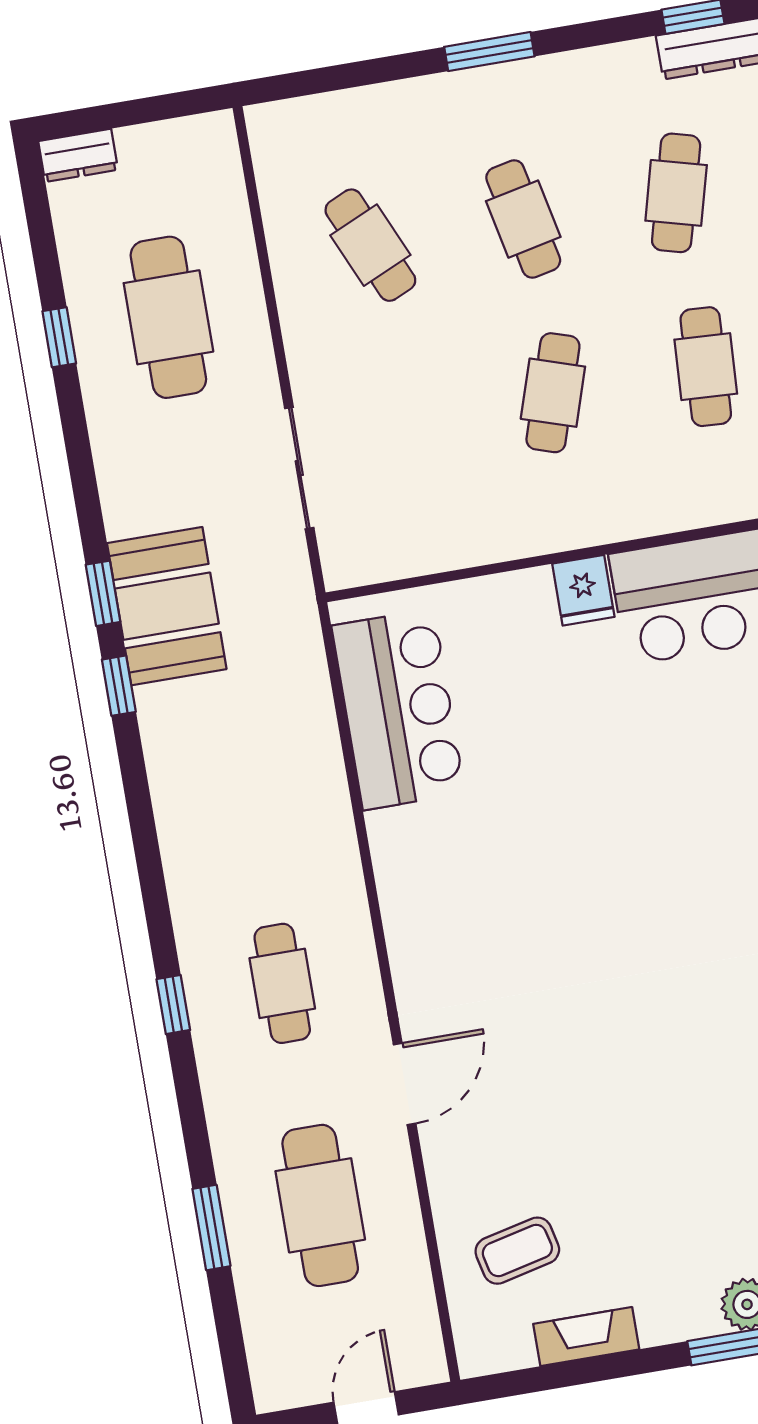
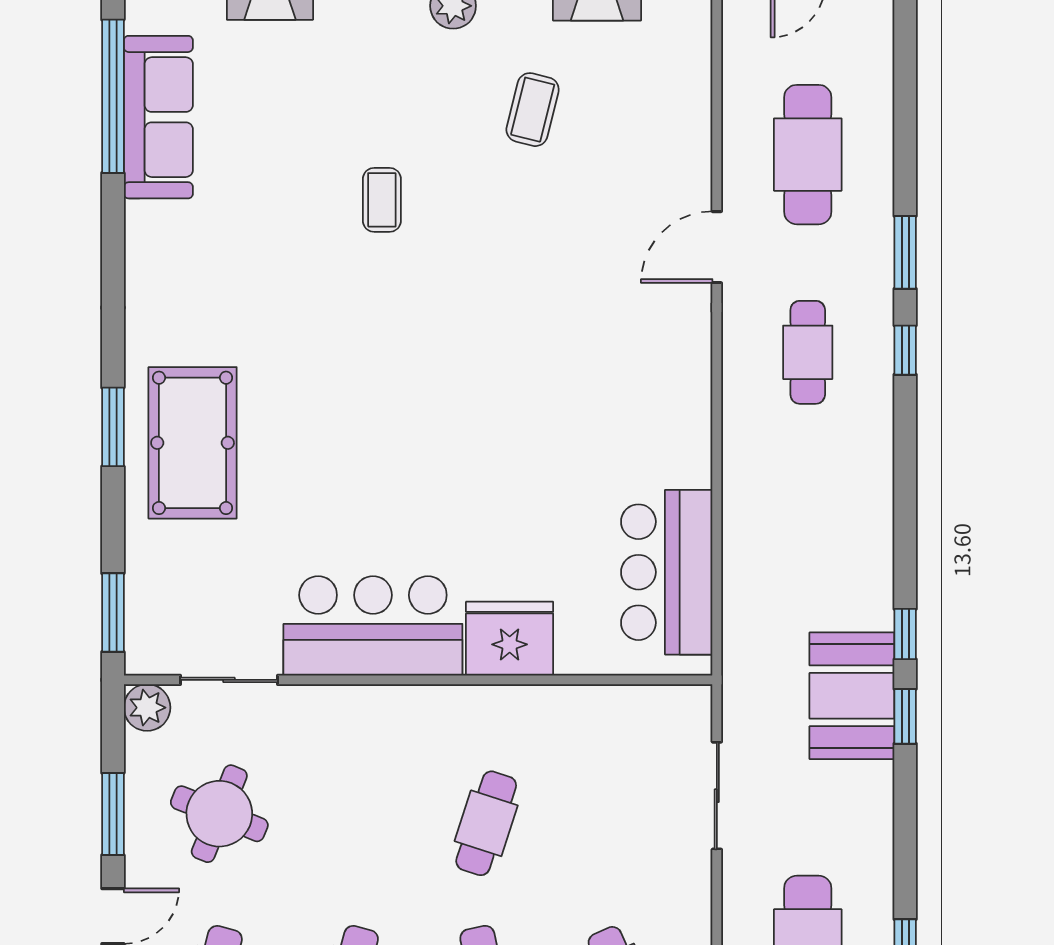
cafe table: (706, 367) -> (350, 823), removed
fridge: (583, 590) -> (510, 639), width x1.88, depth x1.34
window: (211, 1227) -> (905, 252), moved
coffee table: (517, 1251) -> (533, 110), moved, turned -63

